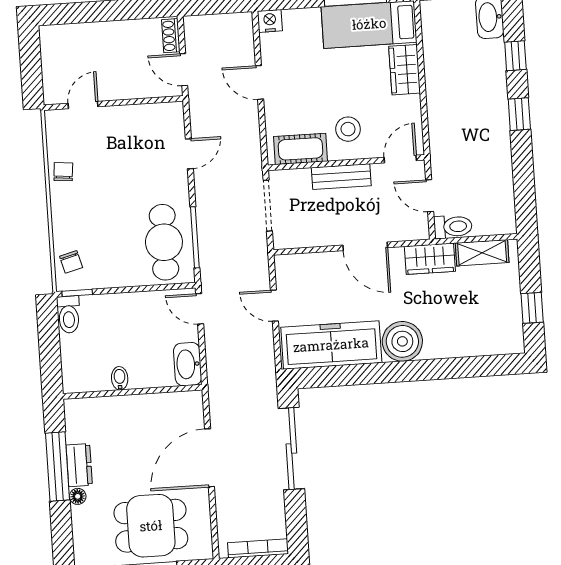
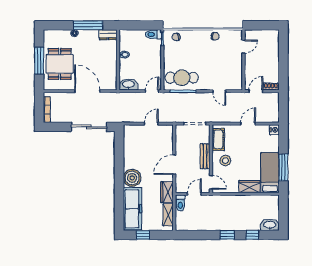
door: (83, 105) -> (243, 47), hinge flipped
freezer: (331, 345) -> (133, 209), moved
dresser: (79, 465) -> (108, 35), moved

